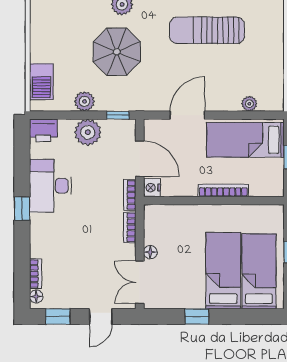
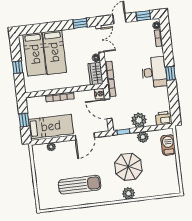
desk: (50, 186) -> (154, 72), moved
wardrobe: (155, 224) -> (96, 73), added
window: (197, 317) -> (80, 23), moved

